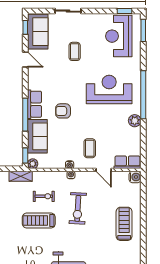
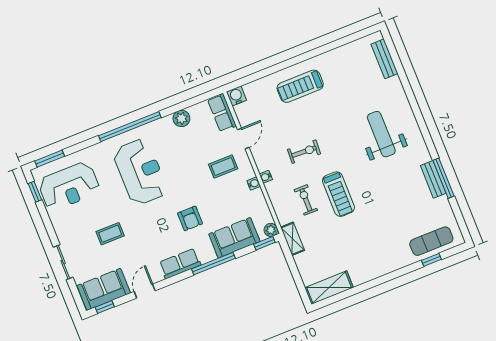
reception desk: (109, 89) -> (140, 172), turned 180
row of seats: (35, 104) -> (180, 264), moved
plant: (135, 121) -> (181, 118), moved
exercise bike: (78, 208) -> (304, 152), width x0.73, depth x0.72

